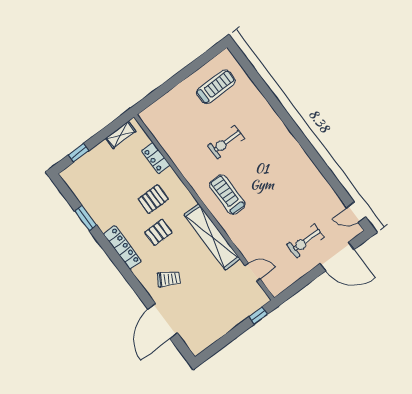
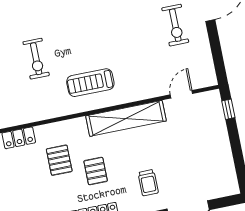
trolley: (169, 279) -> (148, 183), turned 150

